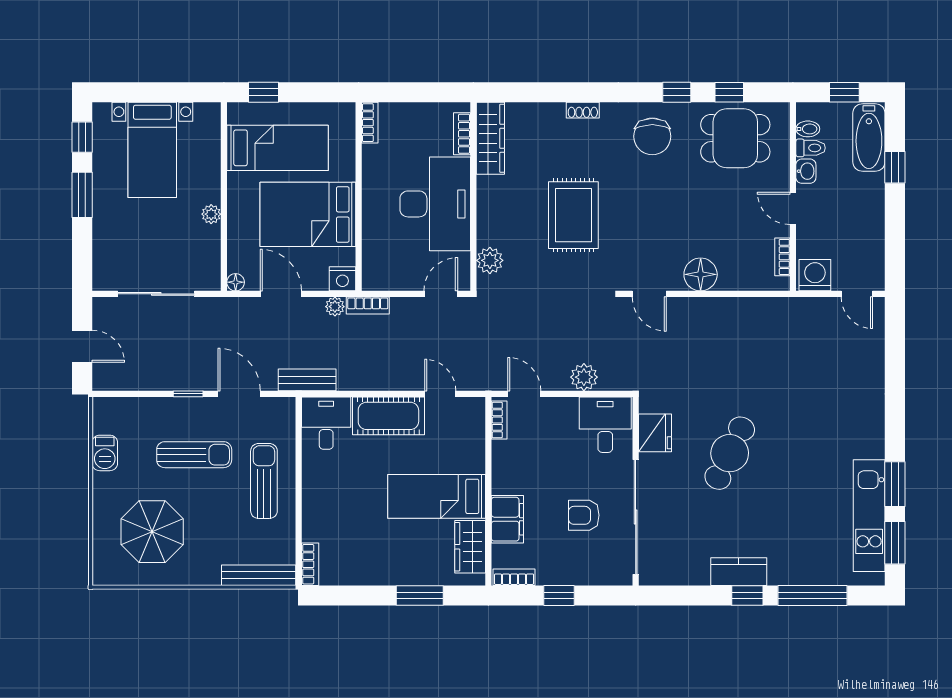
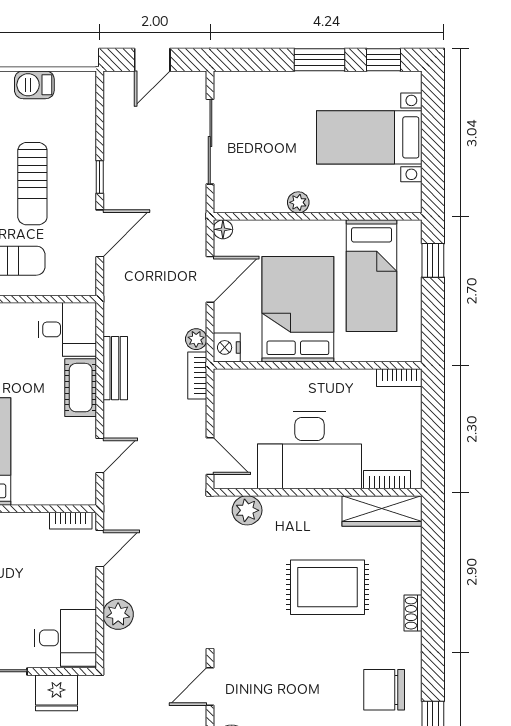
rug: (573, 215) -> (328, 587), moved
bench: (307, 380) -> (115, 368), moved
cot: (388, 416) -> (81, 388), width x0.73, depth x0.75

